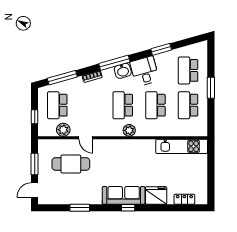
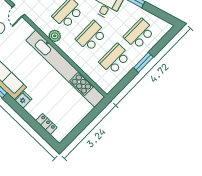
kitchen unit: (182, 146) -> (65, 69), width x1.86
fridge: (156, 195) -> (23, 100), width x0.53, depth x0.75

